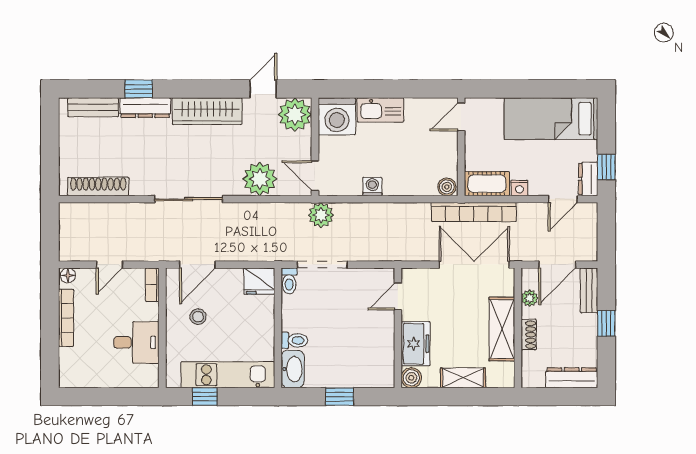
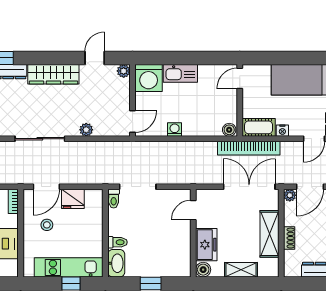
plant: (295, 115) -> (124, 71), width x0.53, depth x0.53
door: (315, 176) -> (133, 122), swing flipped
plant: (260, 179) -> (86, 130), width x0.53, depth x0.53
plant: (321, 215) -> (137, 150), removed
fridge: (259, 281) -> (73, 199), moved
plant: (530, 298) -> (290, 195), moved
window: (205, 397) -> (71, 283), moved

